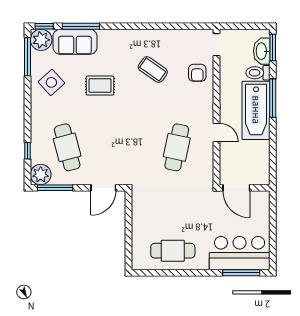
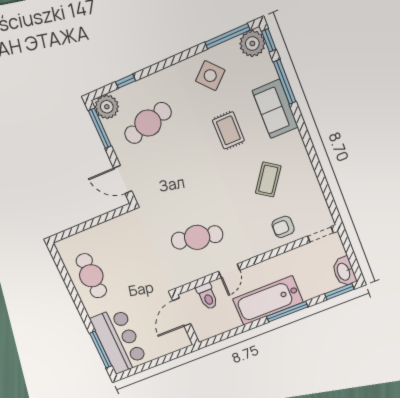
sofa: (75, 42) -> (275, 109), moved
washbasin: (262, 51) -> (344, 272), moved, turned -90
toilet: (258, 73) -> (207, 296), moved, turned 180

